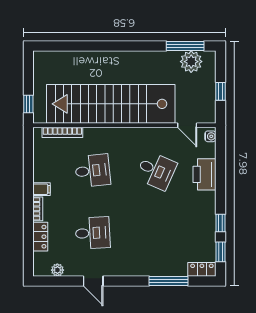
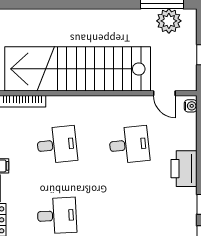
desk: (156, 171) -> (129, 145), turned -30
printer: (205, 174) -> (184, 169), moved

